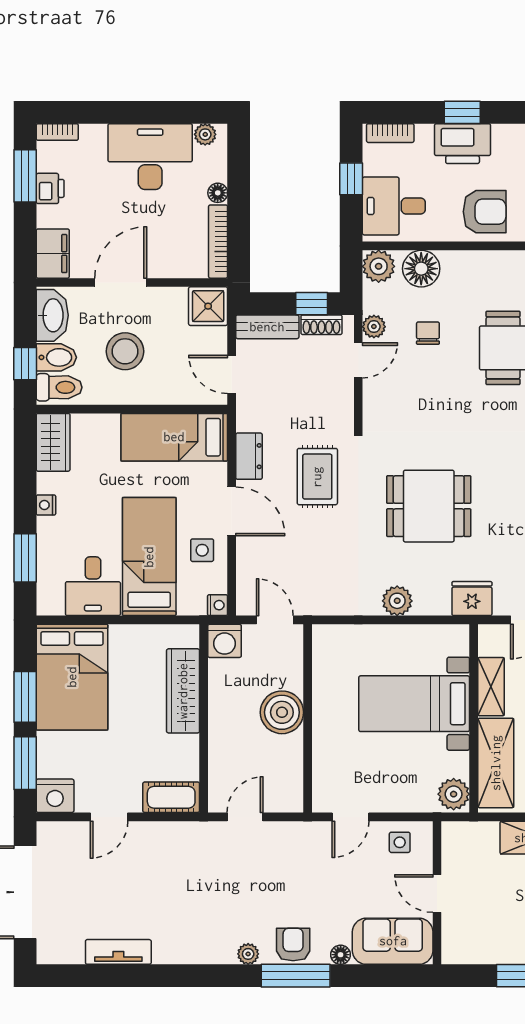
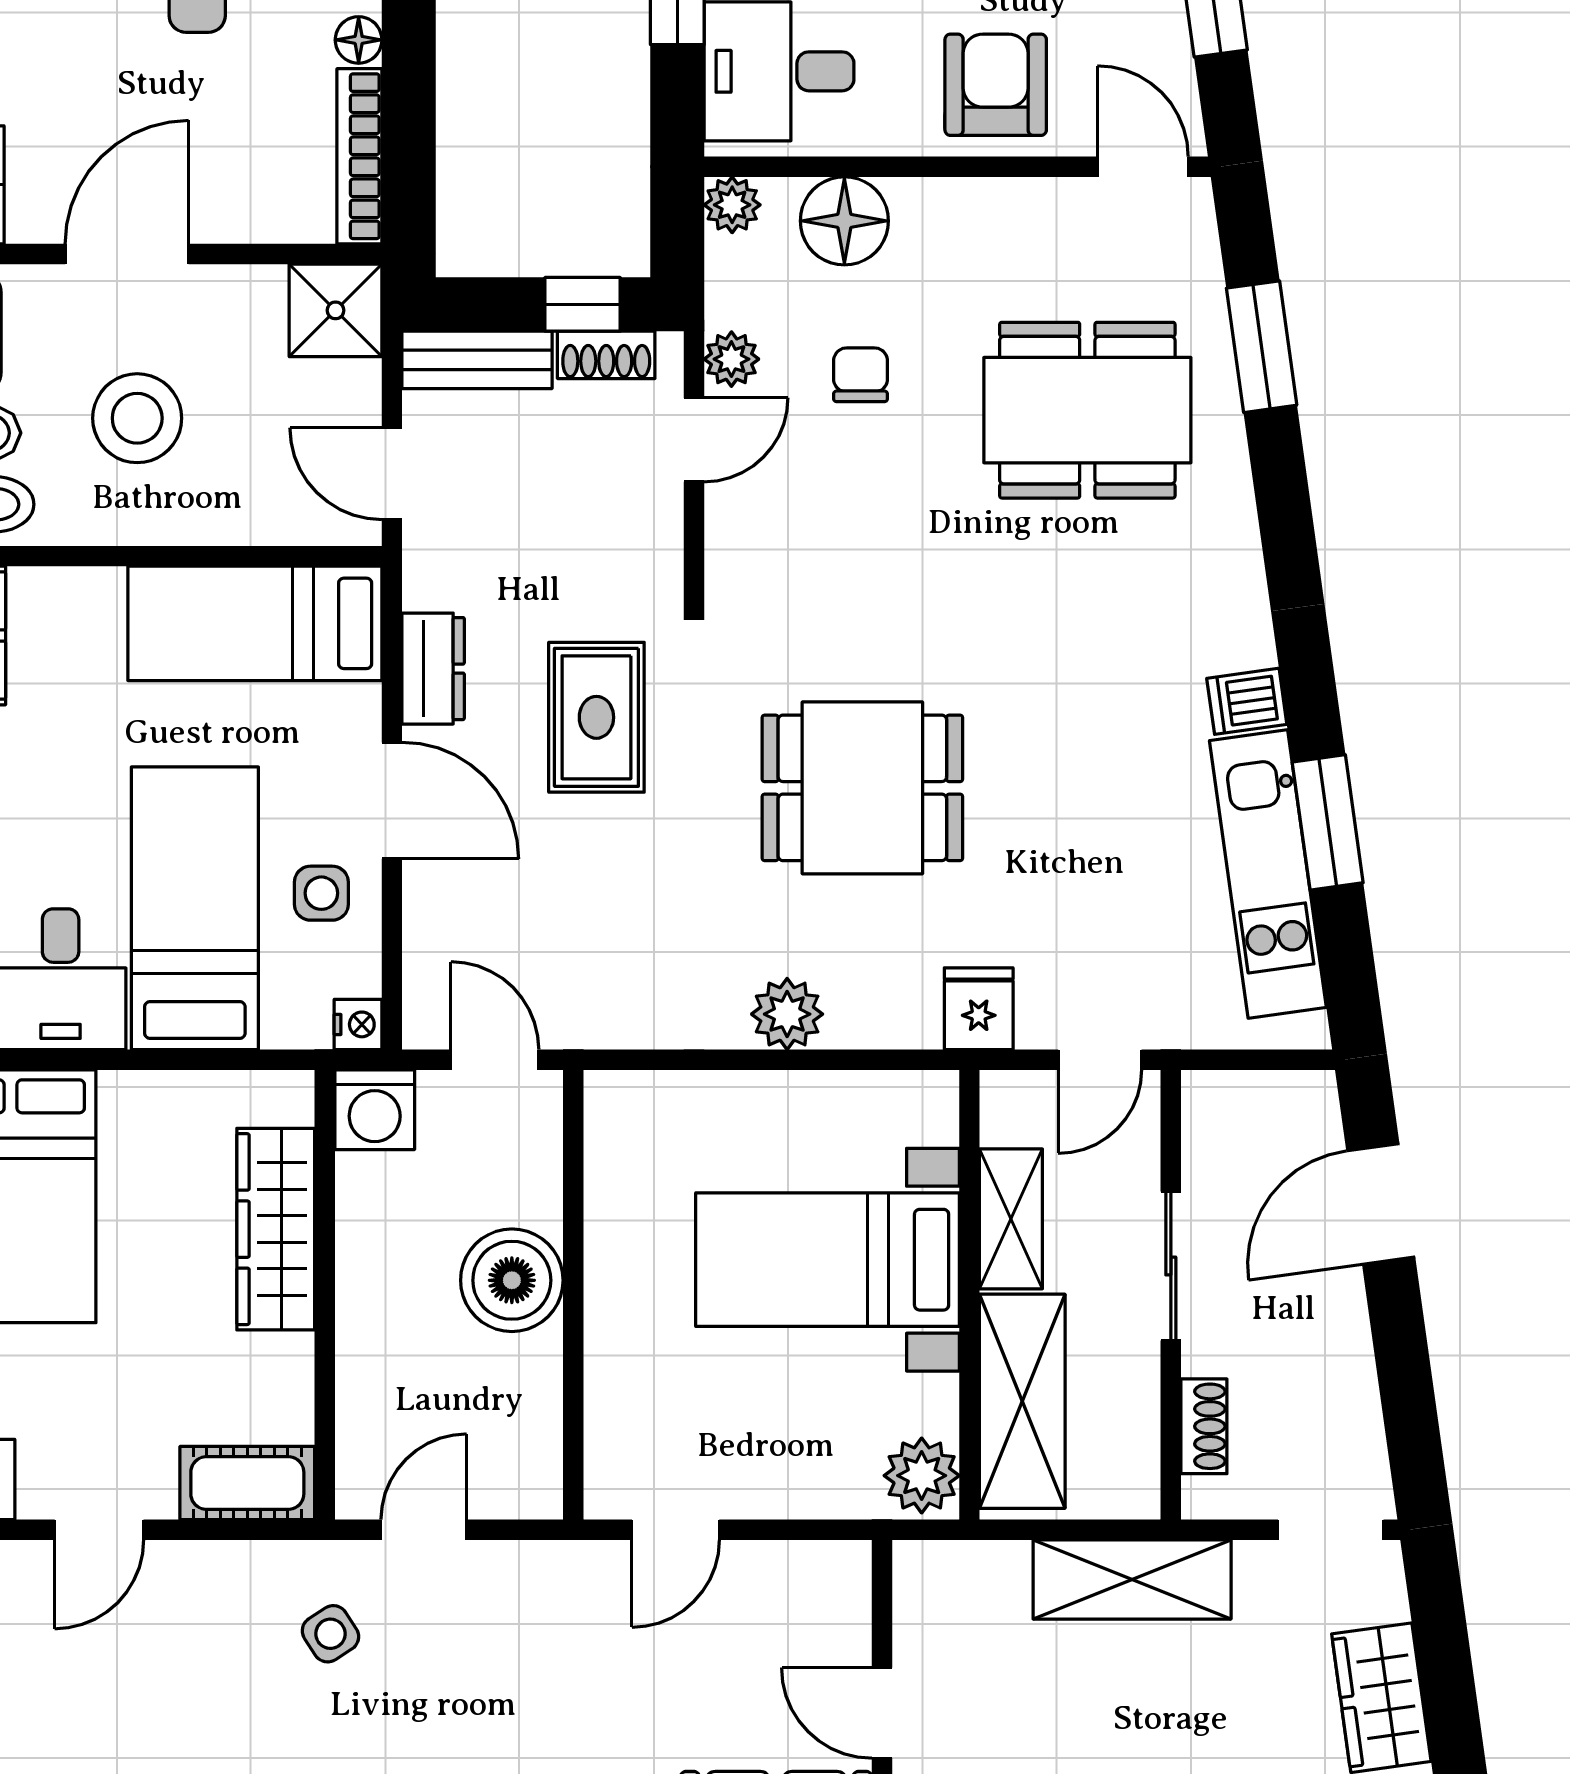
armchair: (485, 212) -> (996, 85), turned -90
plant: (379, 266) -> (732, 205), width x0.73, depth x0.73
fridge: (472, 599) -> (979, 1009), width x0.72
side table: (400, 842) -> (330, 1634), moved, turned -33

